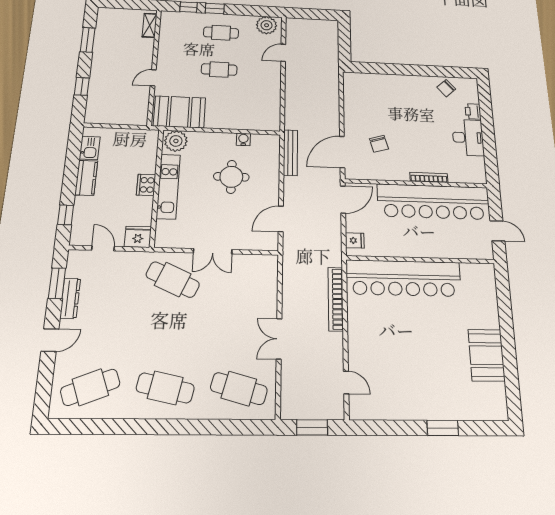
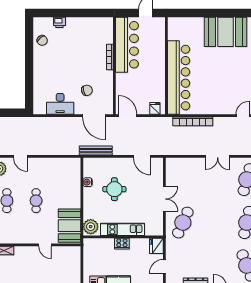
desk: (468, 138) -> (60, 104), moved, turned 180
bar counter: (434, 202) -> (127, 45), width x0.73
booth: (487, 355) -> (226, 32), width x1.36, depth x1.42

